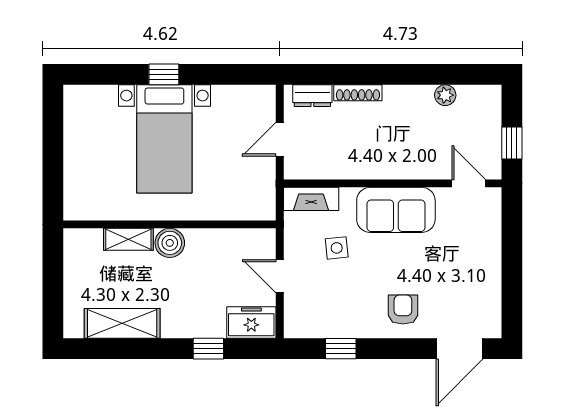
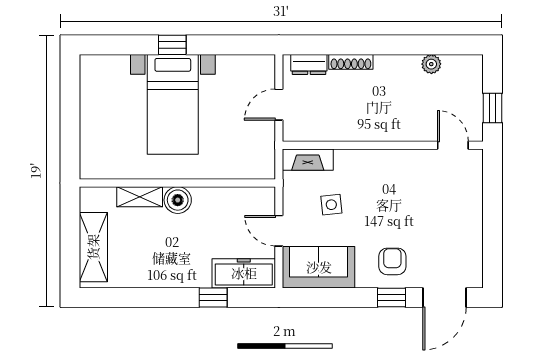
sofa: (396, 210) -> (319, 267), moved, turned 180
shelving: (122, 323) -> (93, 247), moved, turned 90
freezer: (251, 323) -> (244, 273), width x1.40
window: (341, 349) -> (392, 297), moved

